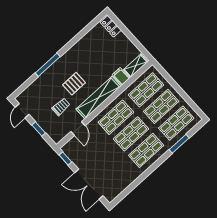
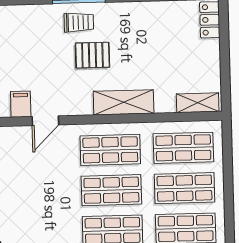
filing cabinet: (121, 76) -> (21, 104), moved
shelving: (99, 98) -> (124, 102), width x0.68
trolley: (61, 107) -> (79, 22), moved

